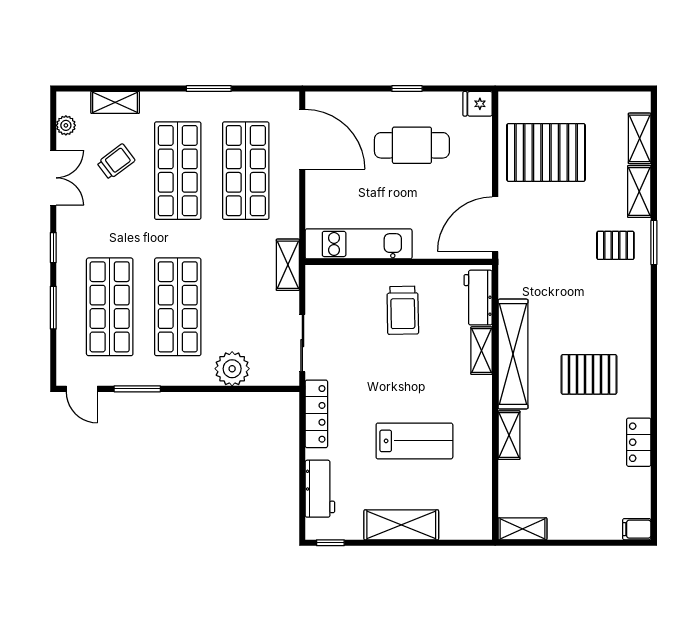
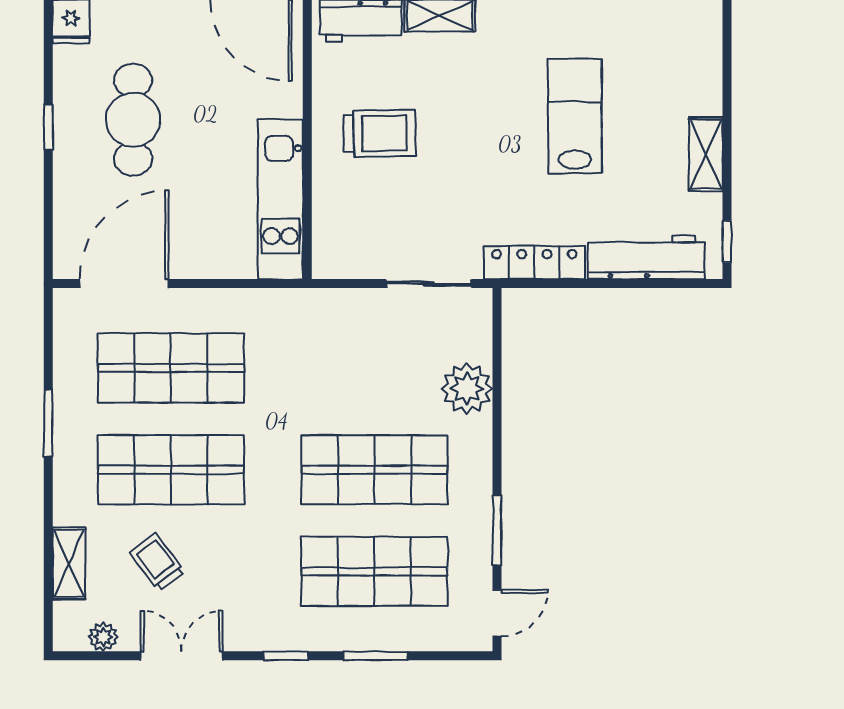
shelving: (288, 265) -> (312, 305), removed
workbench: (320, 489) -> (646, 257), width x1.37
shelving: (401, 525) -> (706, 154), width x0.67, depth x0.75

